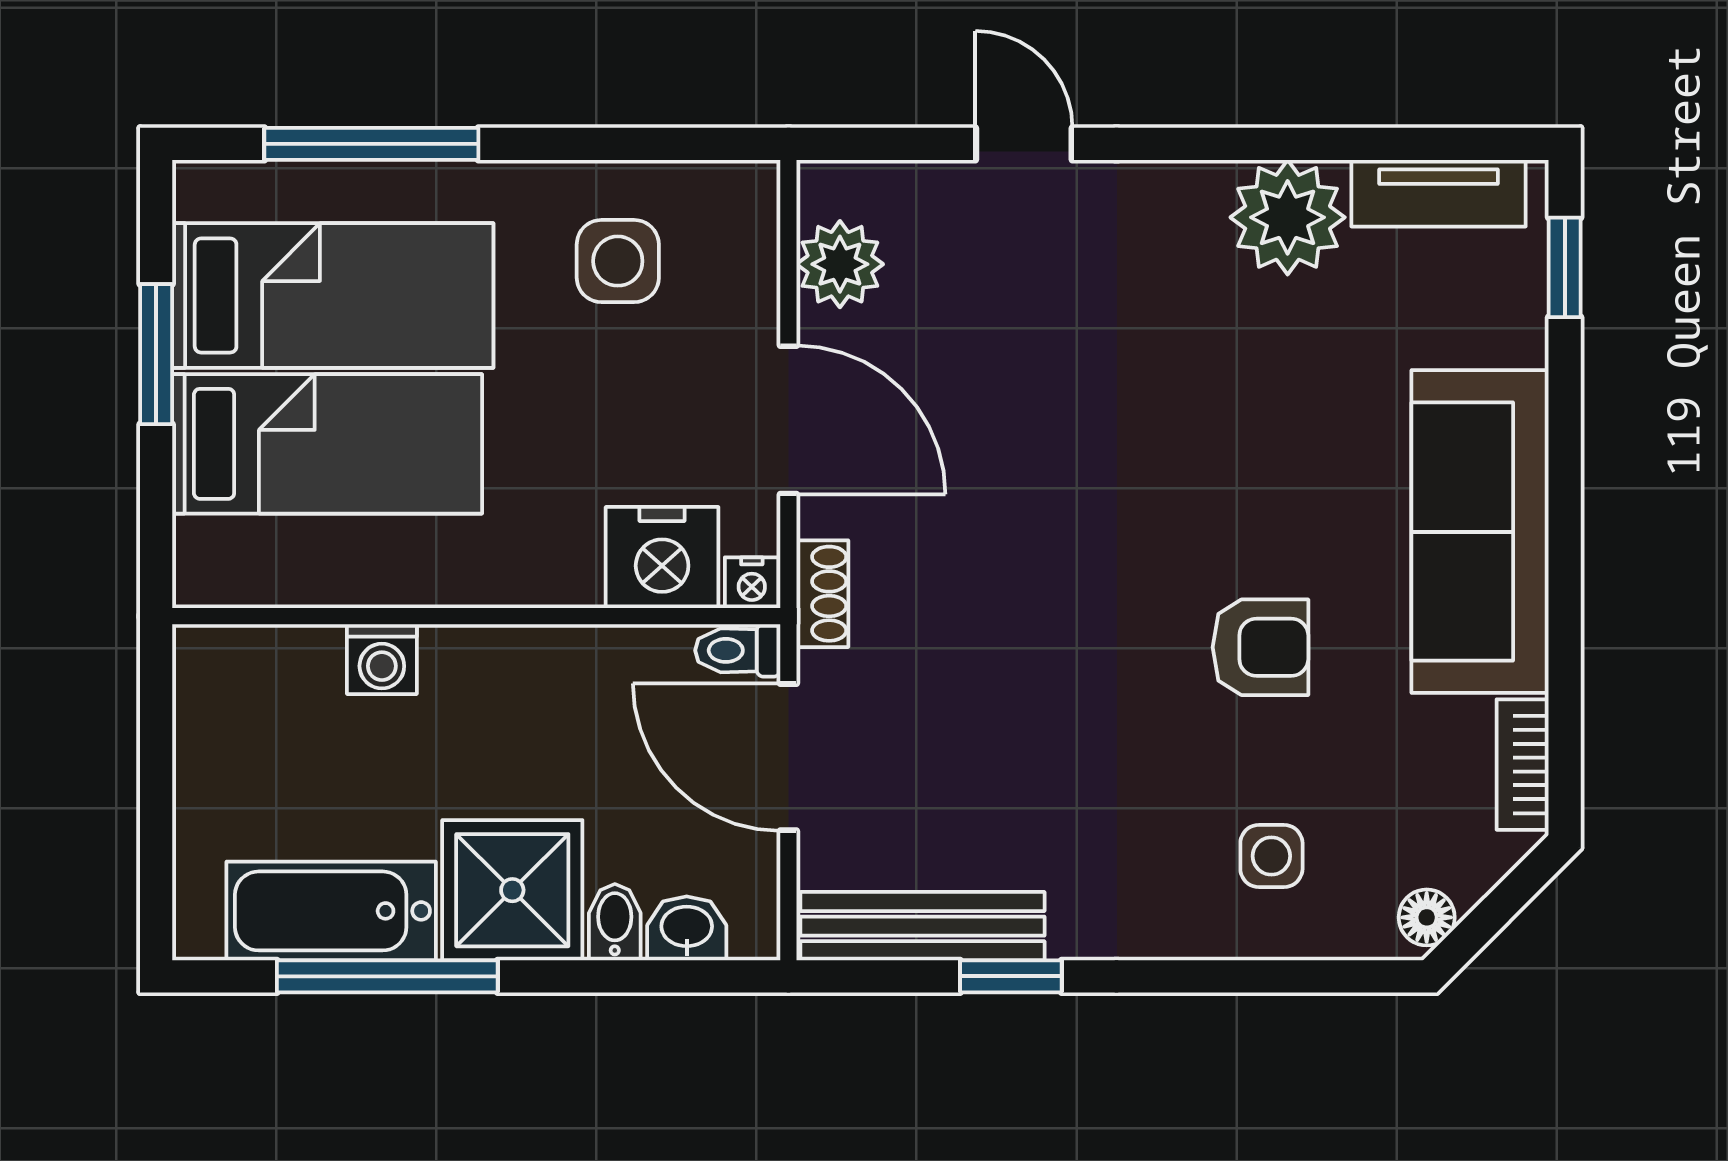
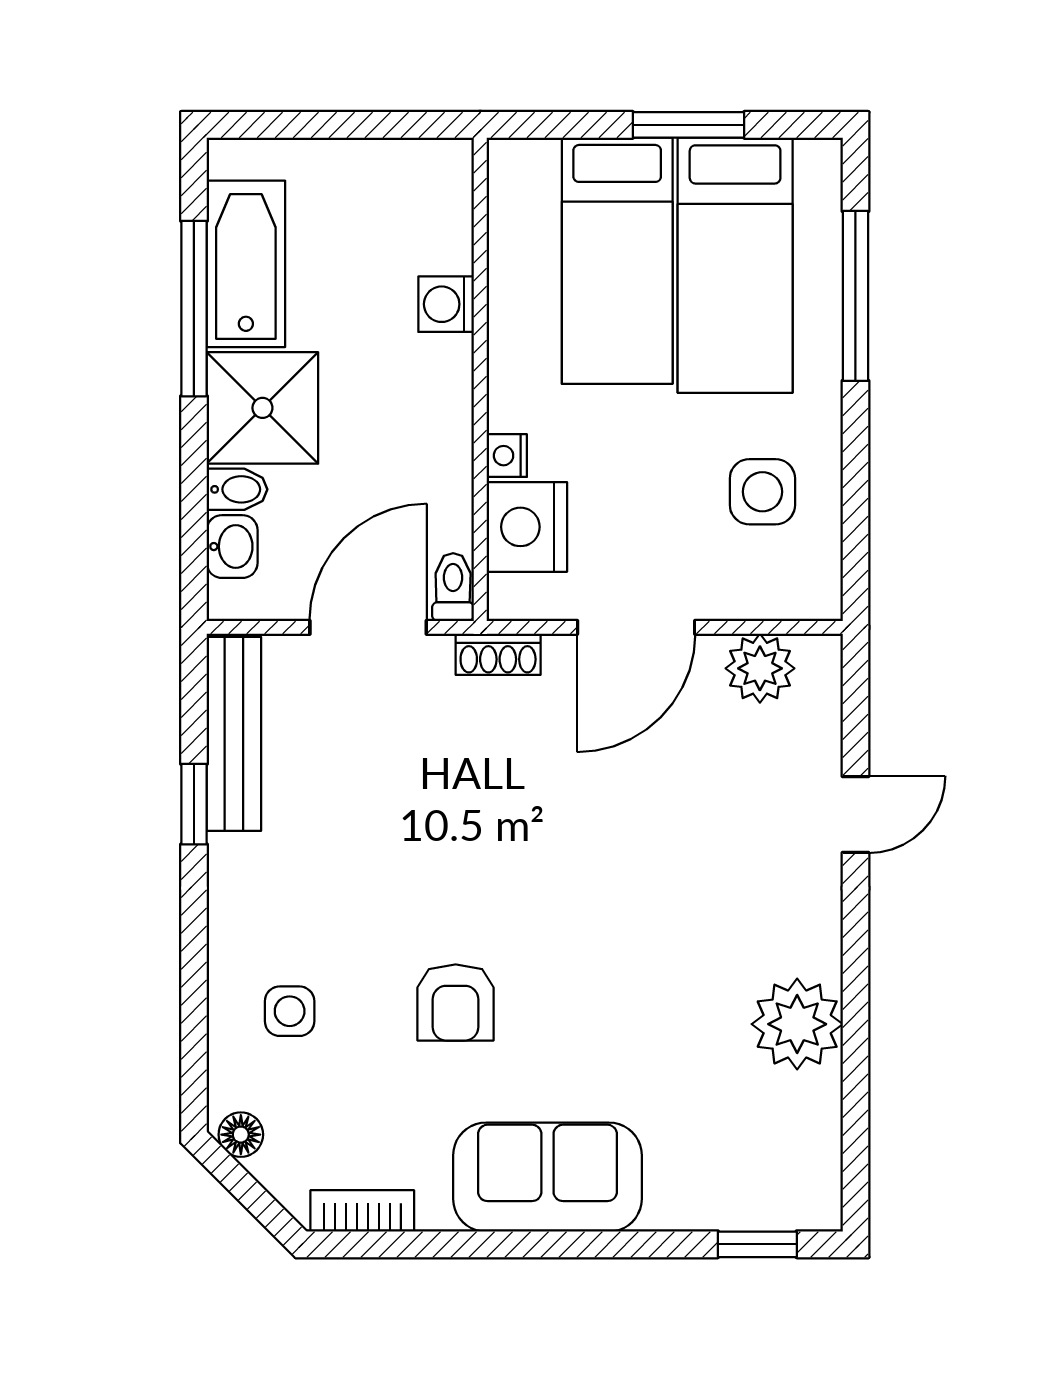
tv unit: (1439, 193) -> (816, 1144), removed
sofa: (1480, 532) -> (547, 1177), width x0.73
nightstand: (752, 583) -> (507, 456), moved

